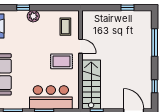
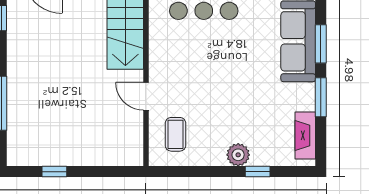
rug: (61, 61) -> (183, 67), removed

